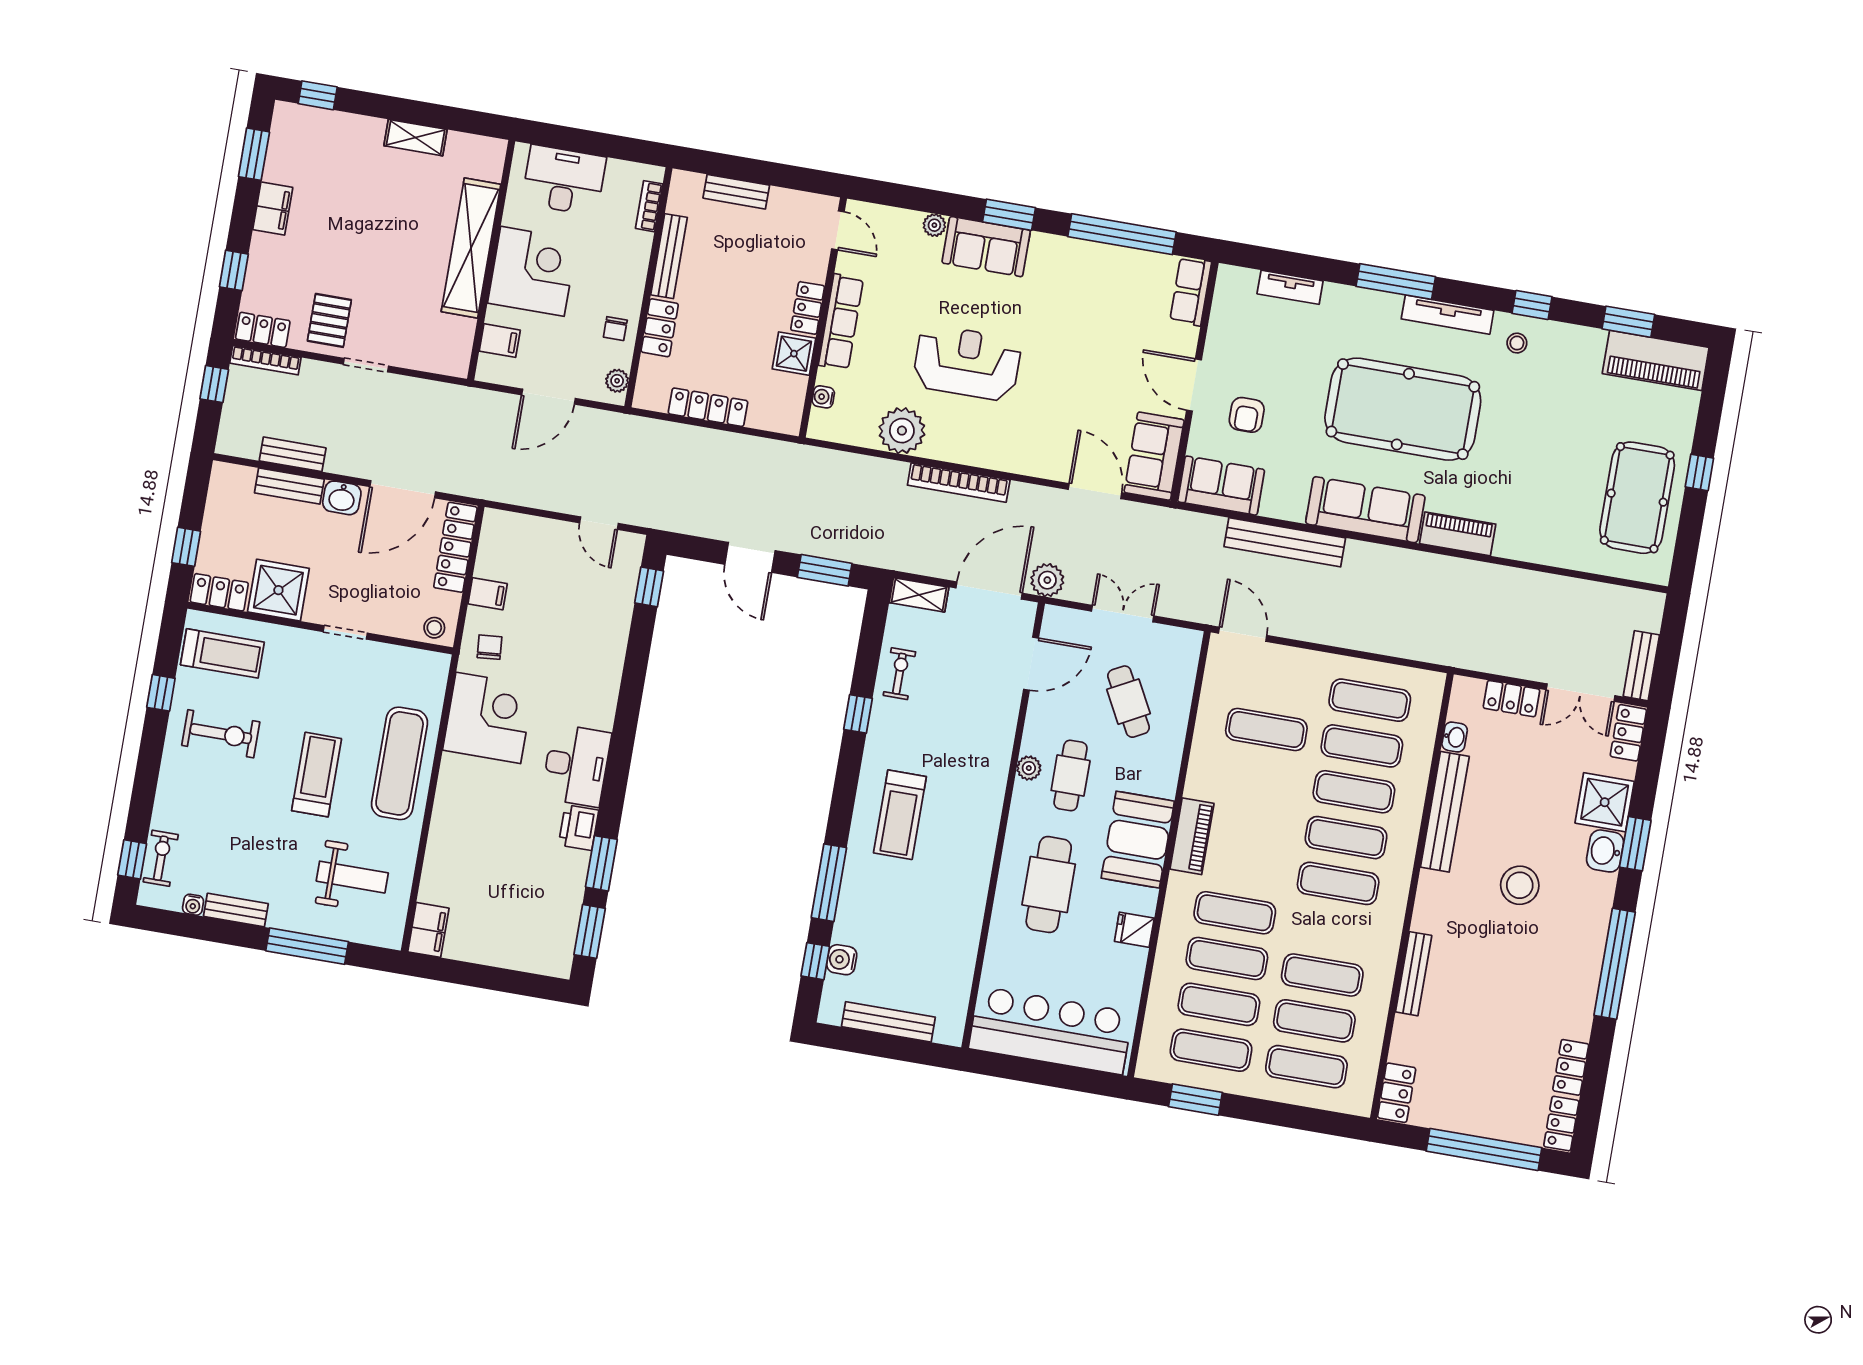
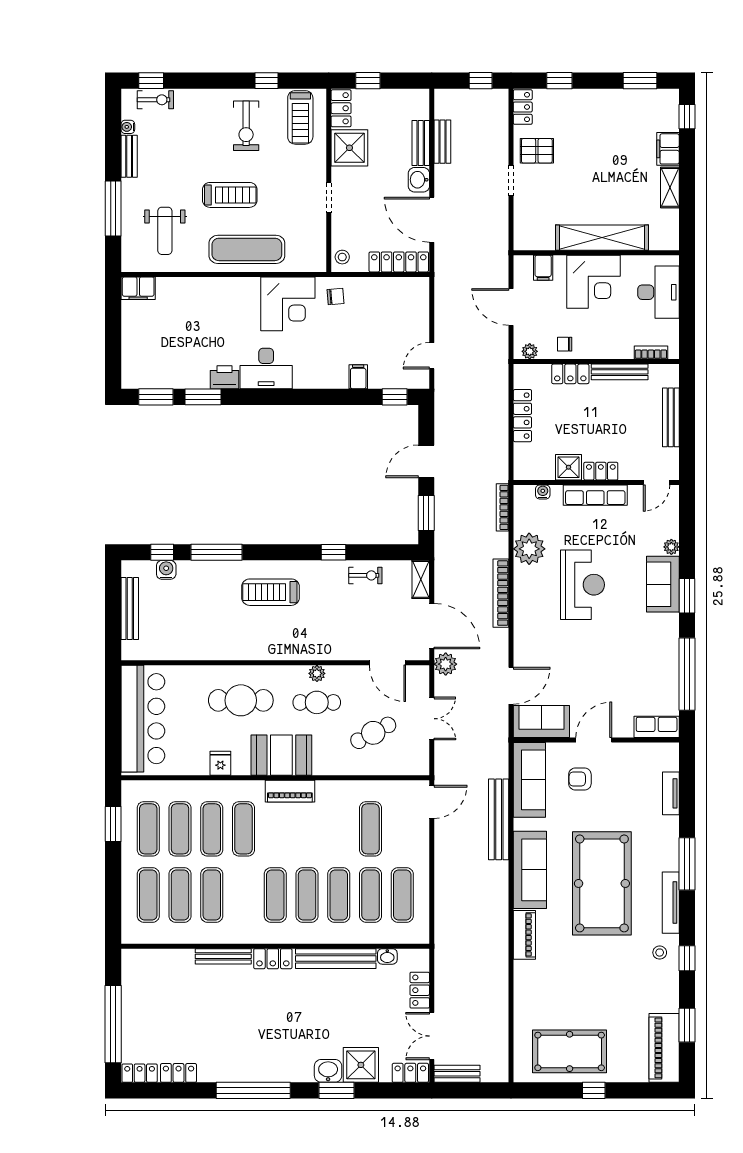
bench: (736, 192) -> (671, 417), width x1.36
filing cabinet: (273, 209) -> (668, 149), moved, turned 90
bookcase: (265, 360) -> (503, 507), moved
sofa: (1221, 486) -> (529, 780), width x1.36
filing cabinet: (488, 594) -> (358, 377), moved, turned 180
stool: (1520, 885) -> (295, 1017), removed
locker: (1397, 1093) -> (273, 959), moved

